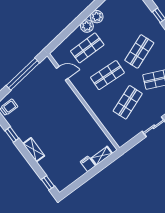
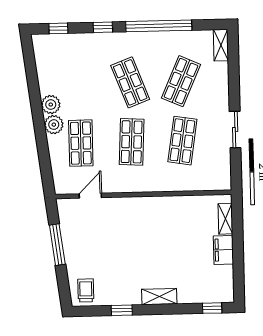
window: (23, 74) -> (57, 245), width x0.68
shop shelf: (128, 102) -> (182, 141), turned 30
filing cabinet: (88, 164) -> (223, 250), width x2.00

